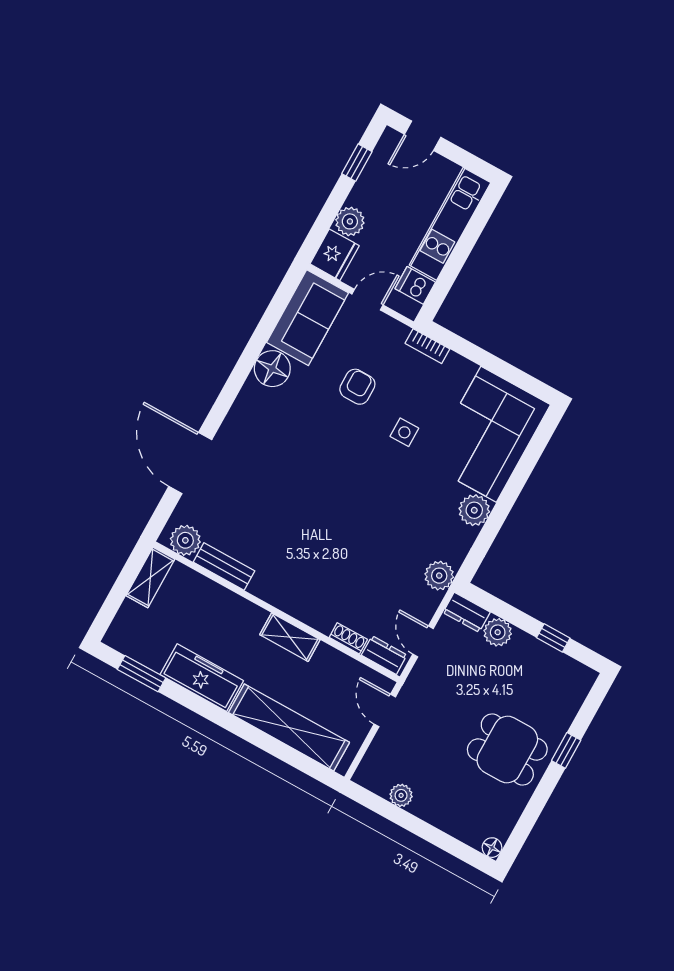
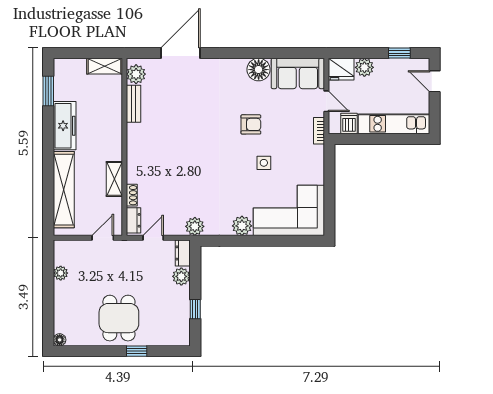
bookcase: (427, 346) -> (319, 131), moved
armchair: (357, 387) -> (251, 124), moved
shelving: (290, 637) -> (114, 179), moved

